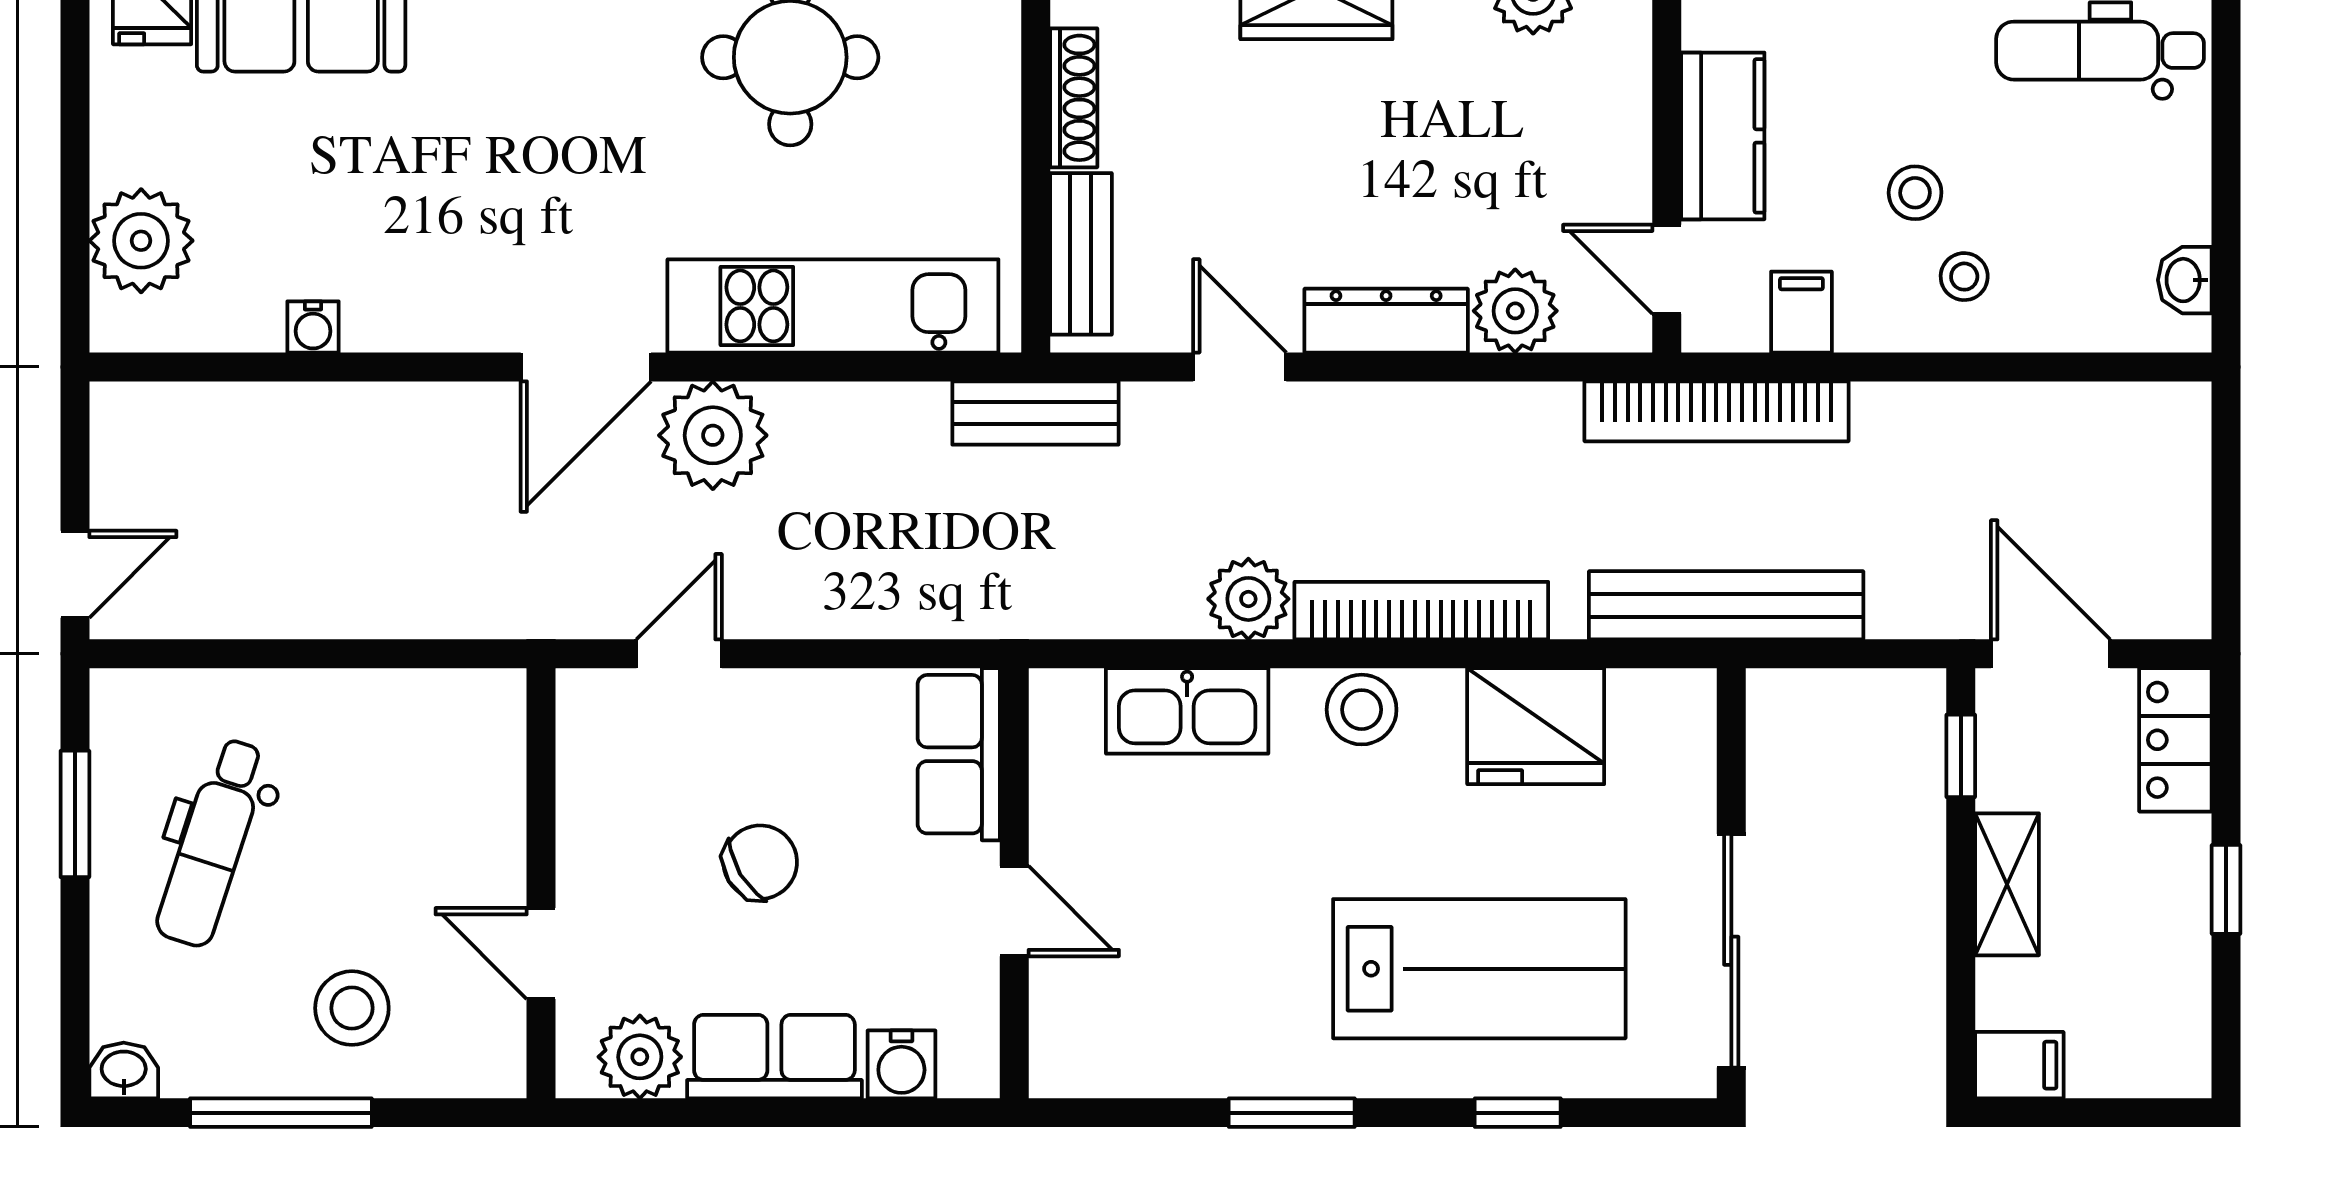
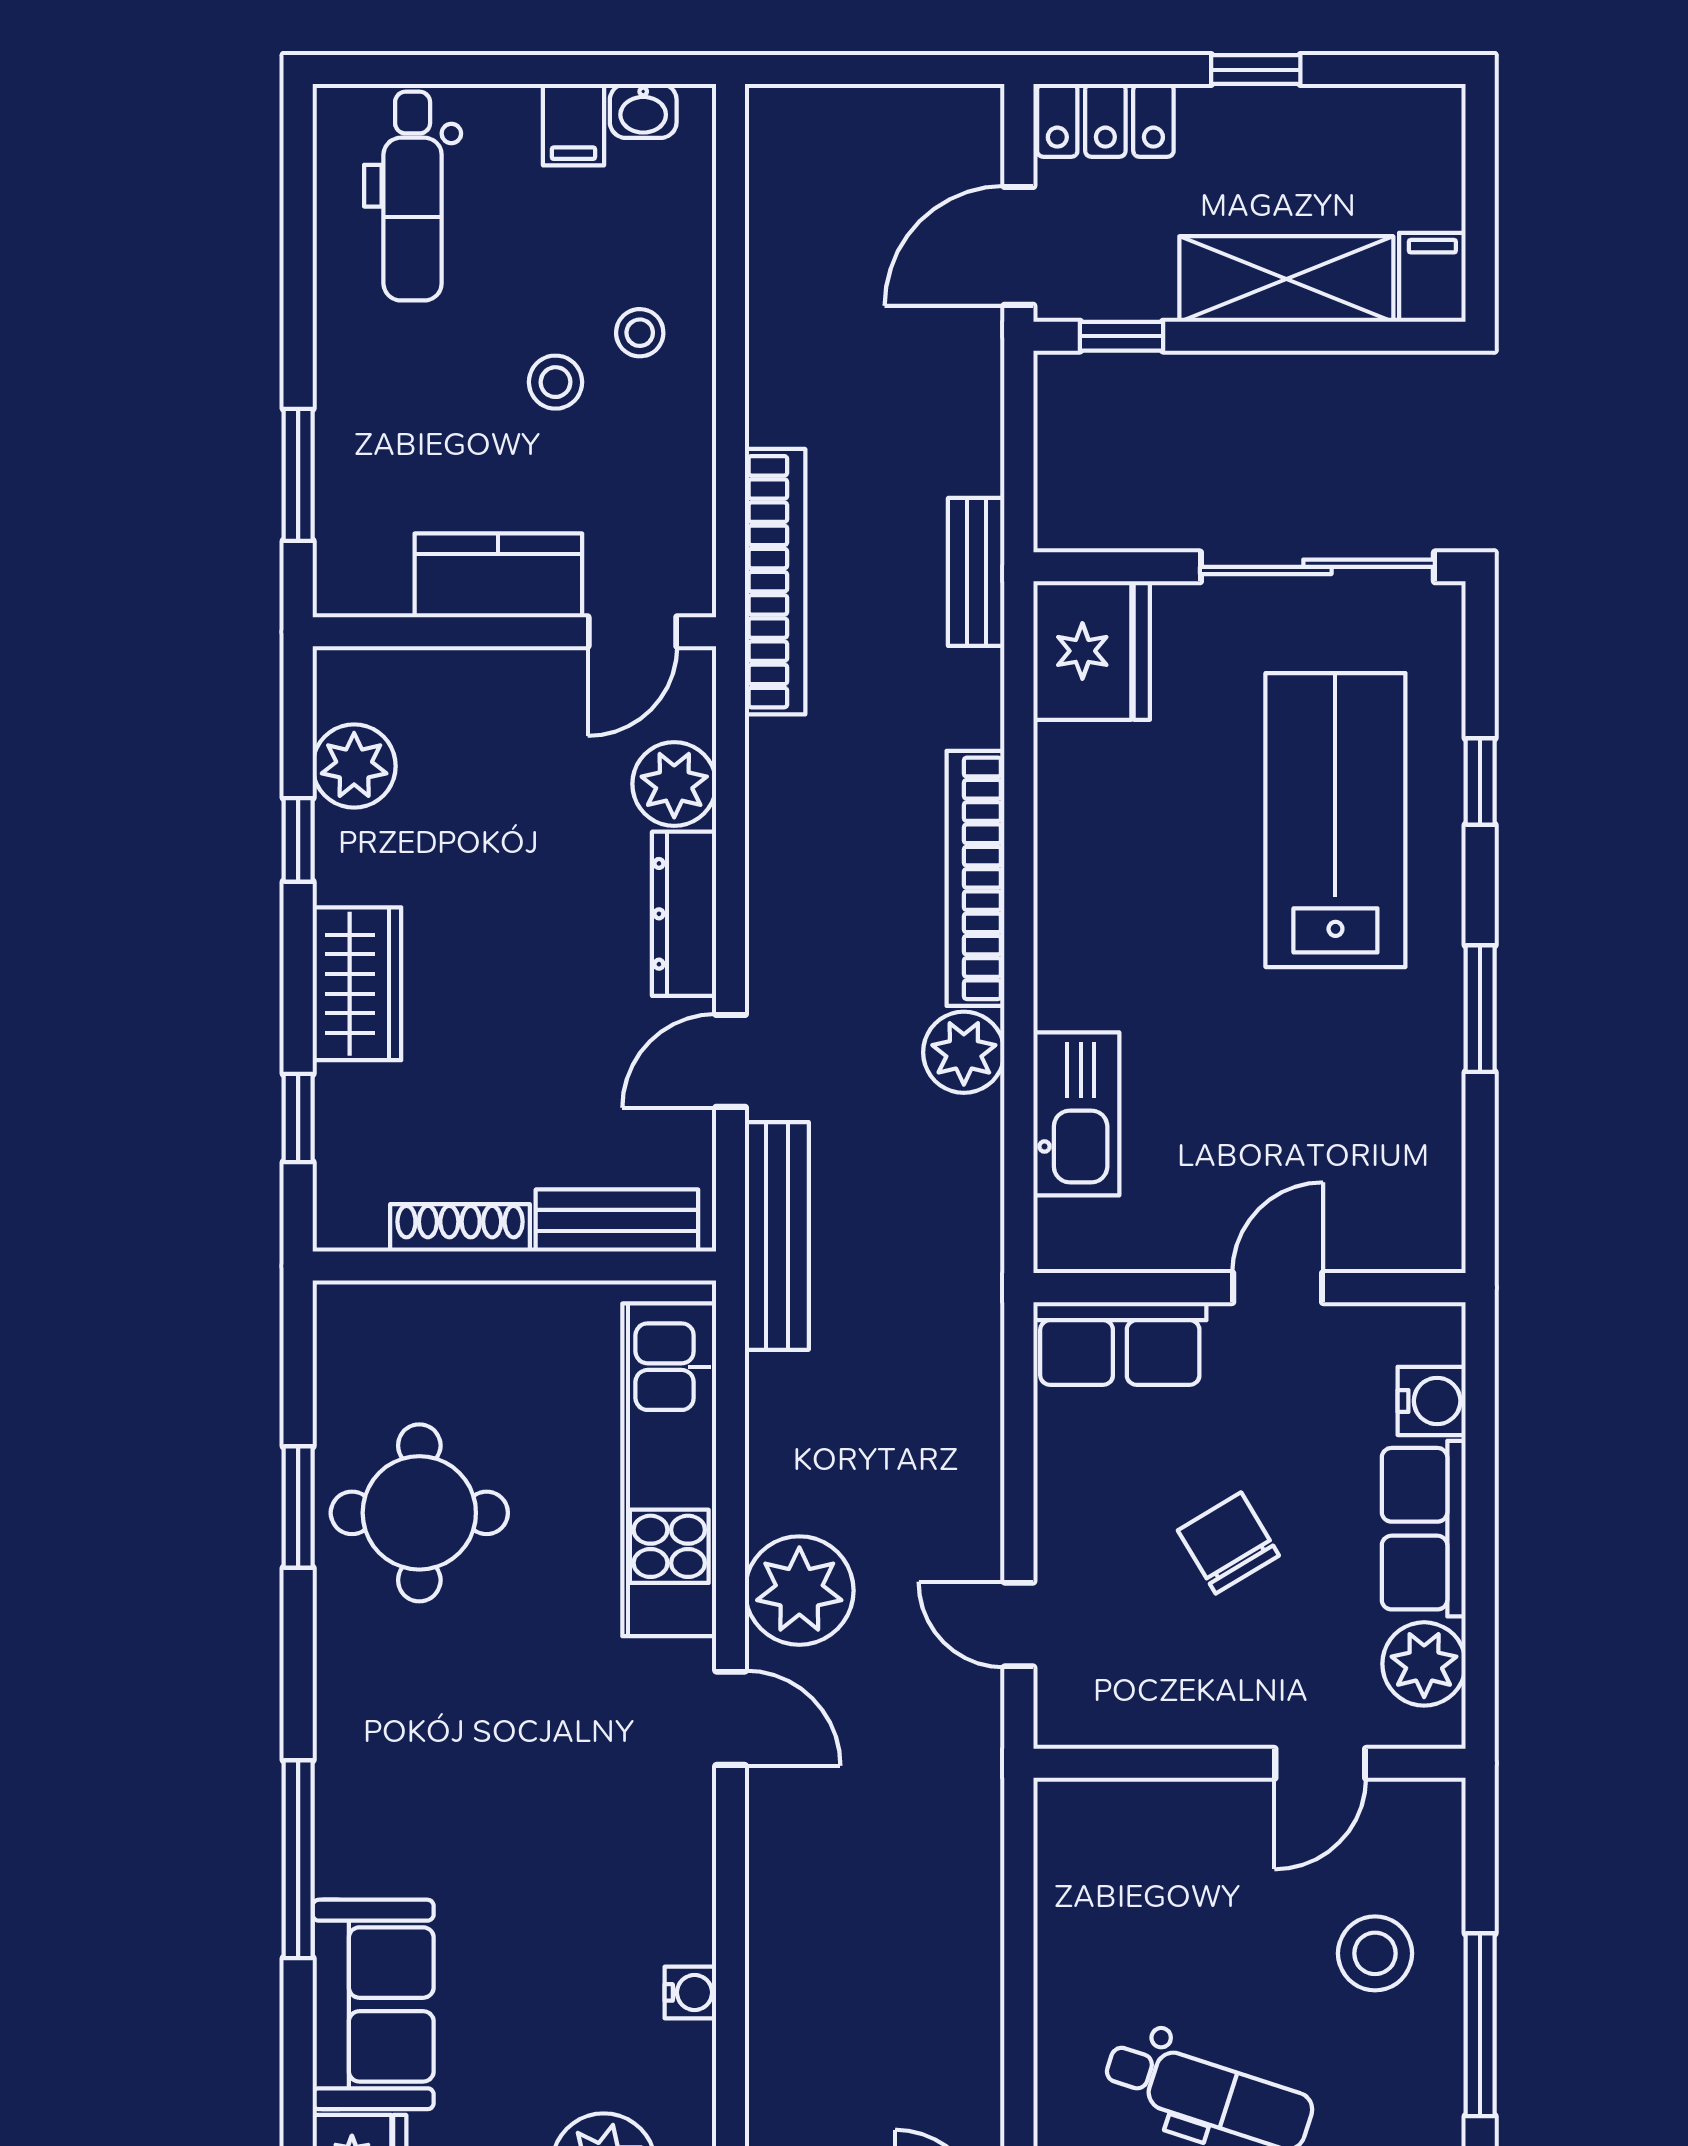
filing cabinet: (1801, 312) -> (573, 125), moved, turned -90
door: (586, 367) -> (731, 1718), width x0.73
bench: (1035, 413) -> (777, 1236), width x1.36
bench: (1726, 605) -> (976, 572), width x0.54, depth x0.82
stool: (1362, 710) -> (1075, 938), removed
fridge: (1536, 726) -> (1092, 651), moved
shelving: (2007, 884) -> (1286, 279), width x1.50, depth x1.33

